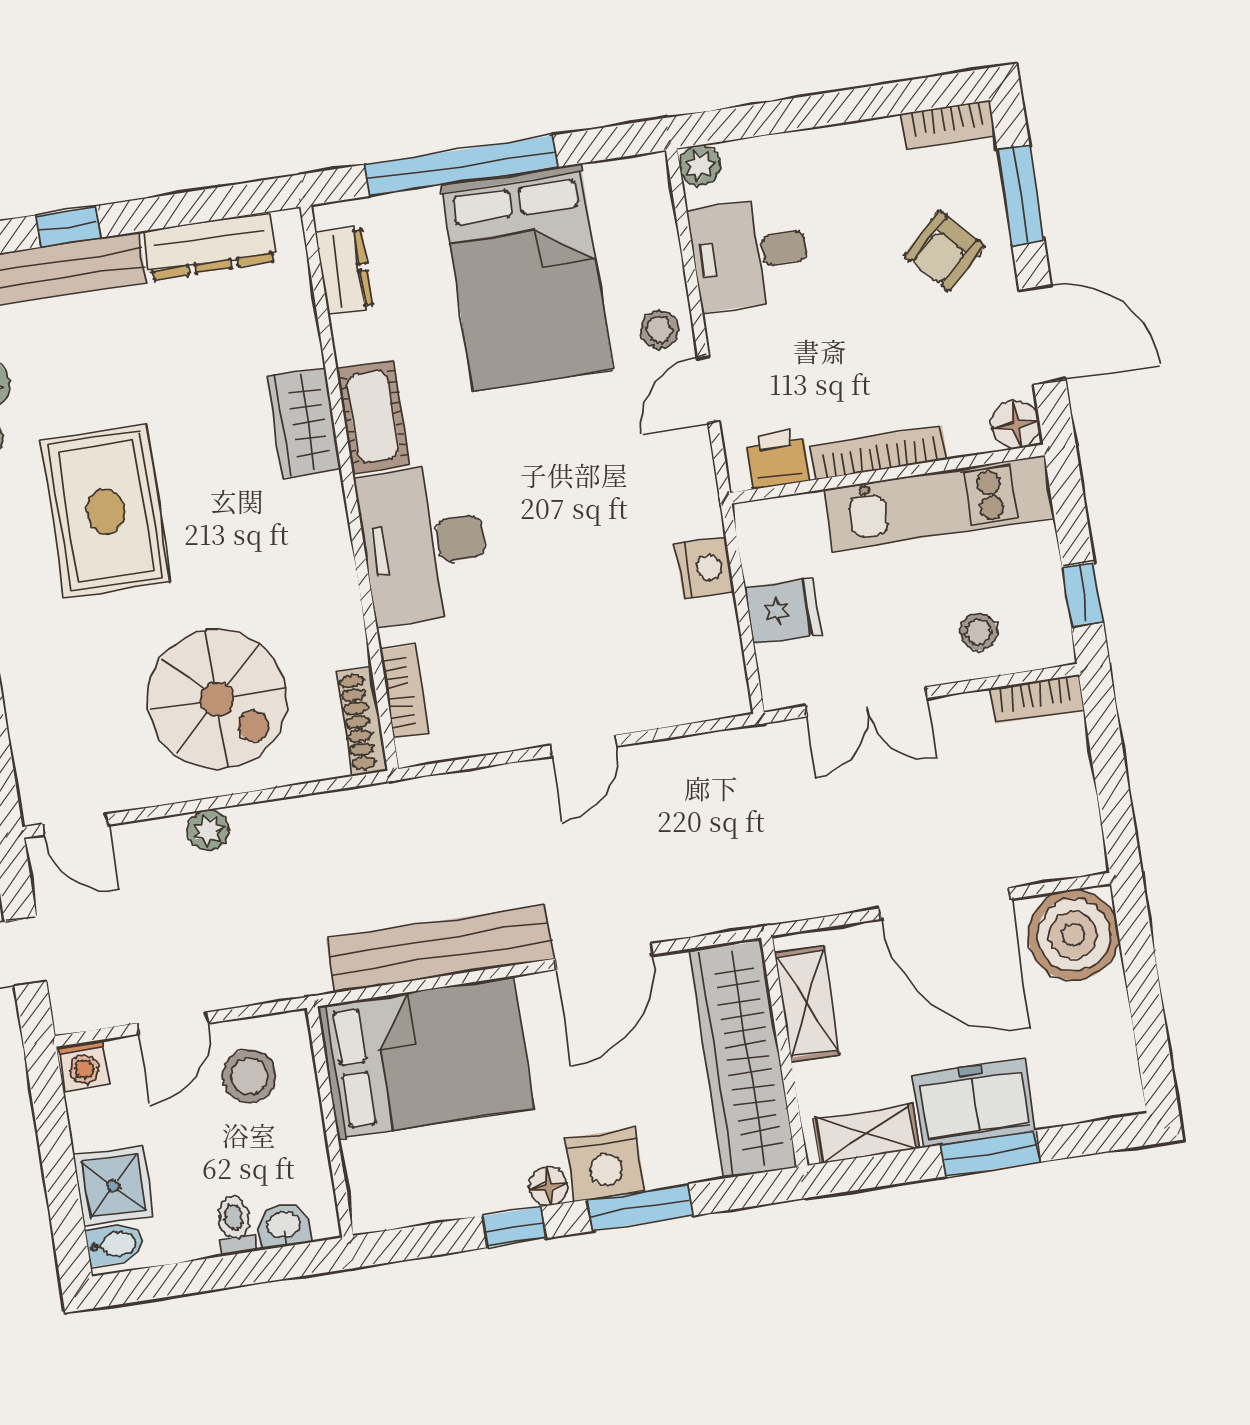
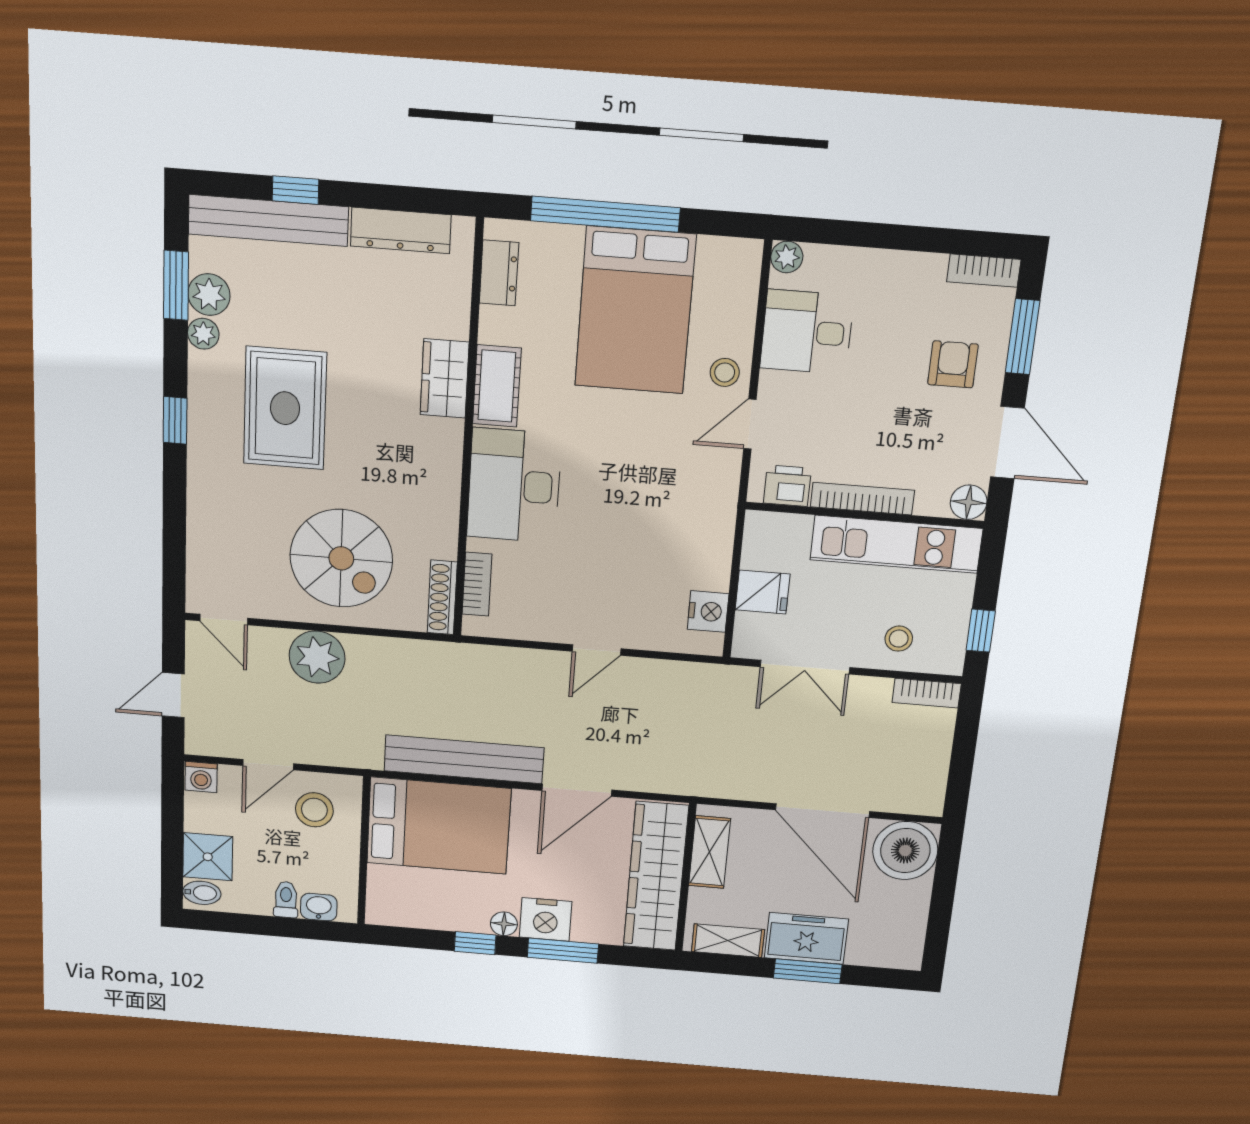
armchair: (944, 251) -> (953, 364), turned 133
nightstand: (705, 568) -> (708, 611), moved
plant: (208, 830) -> (317, 657), width x1.88, depth x1.88

